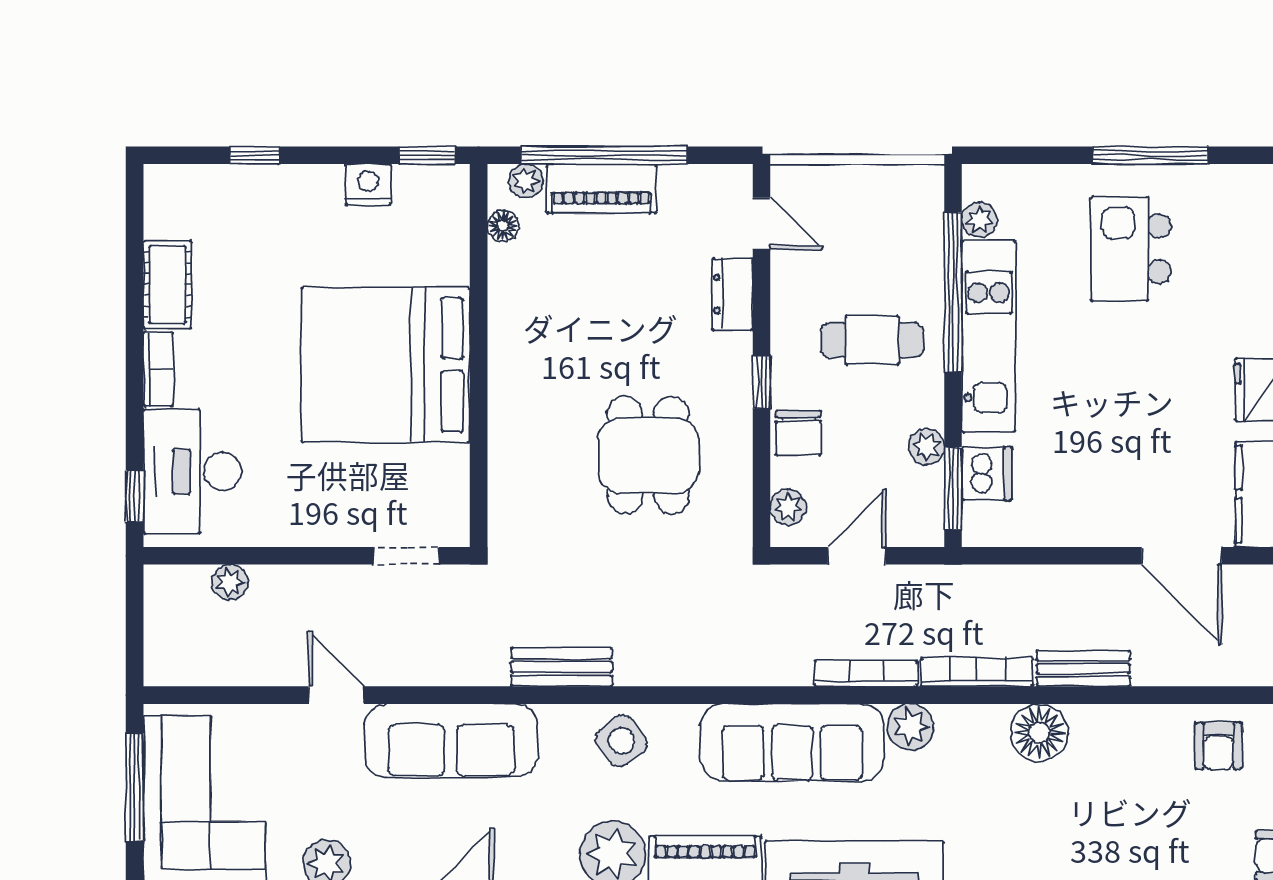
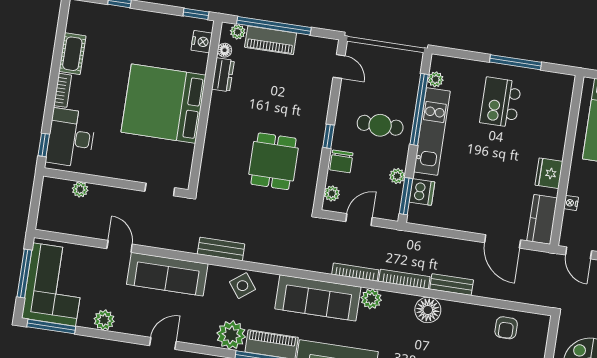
nightstand: (368, 185) -> (202, 42), moved, turned 90
dresser: (733, 294) -> (223, 75), moved, turned 180

